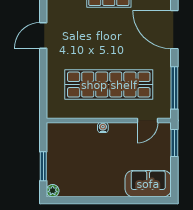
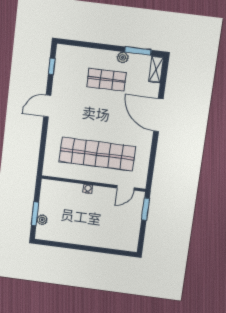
window: (174, 88) -> (152, 164), removed
sofa: (148, 184) -> (119, 239), removed
plant: (53, 191) -> (42, 220), moved

